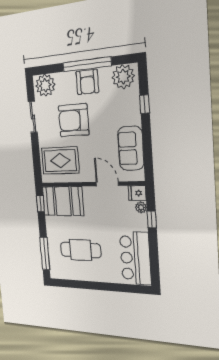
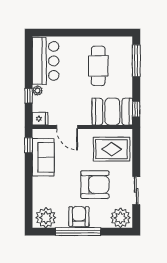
window: (145, 104) -> (29, 145), moved
plant: (141, 207) -> (37, 91), moved
cafe table: (81, 250) -> (98, 66), turned 90

